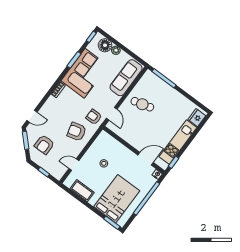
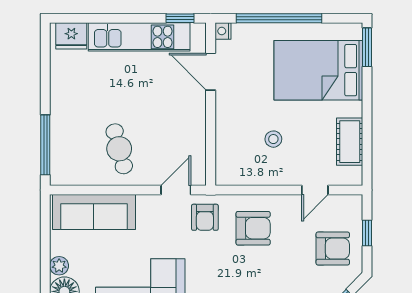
armchair: (77, 132) -> (253, 228), turned -75
armchair: (44, 145) -> (333, 249), moved
door: (74, 165) -> (315, 190), hinge flipped

